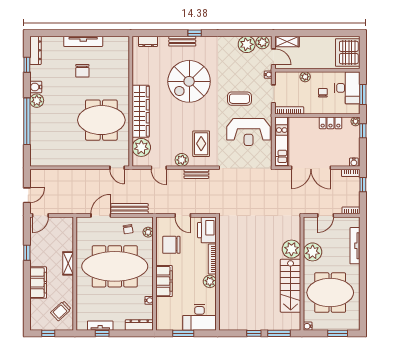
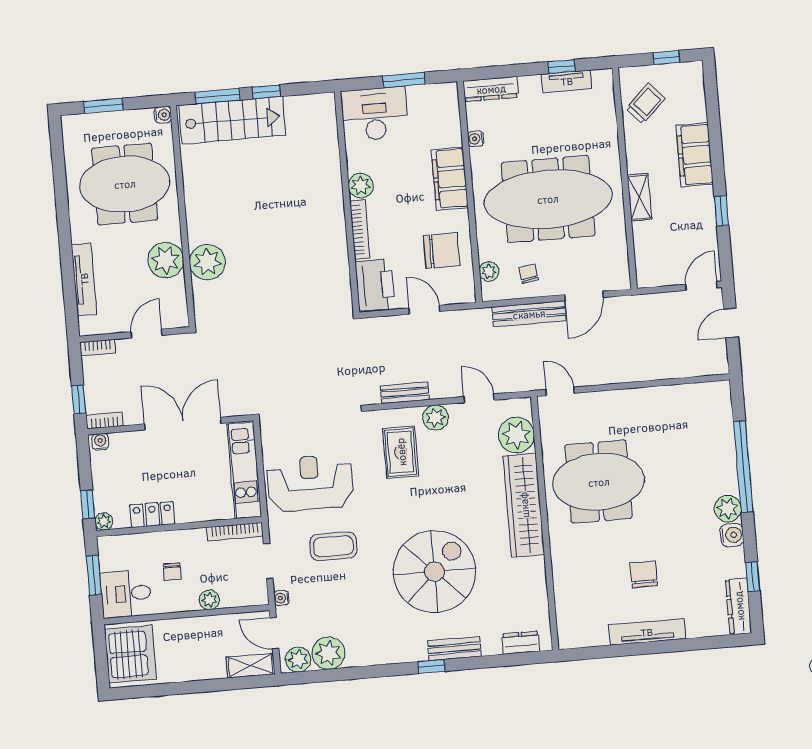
desk: (347, 88) -> (126, 594), width x0.73
stairs: (291, 286) -> (232, 120), moved, turned 90

